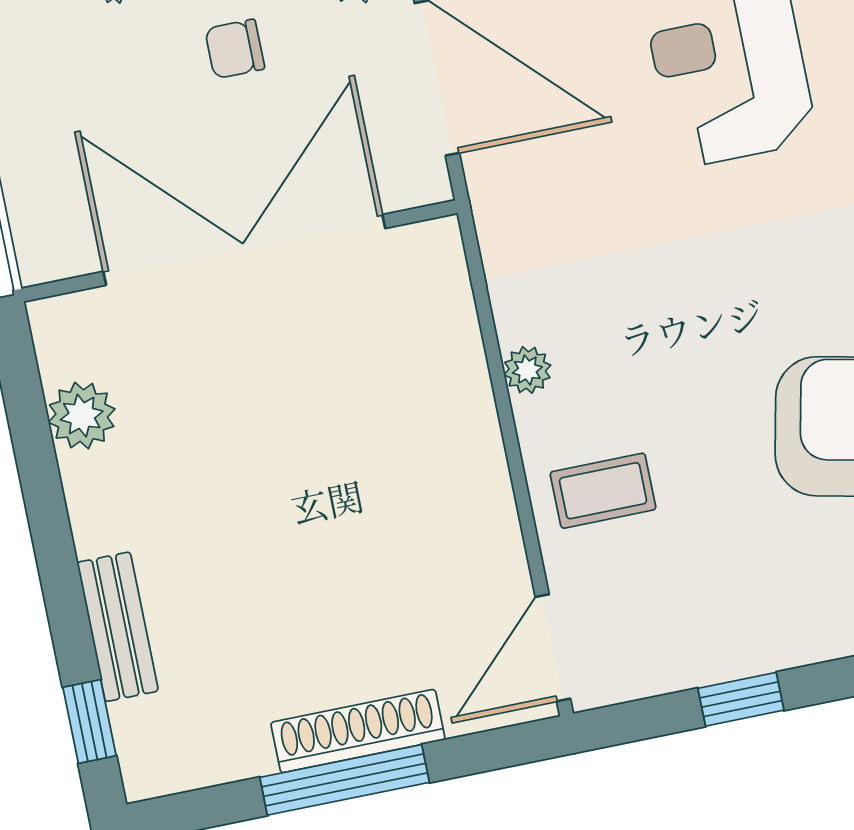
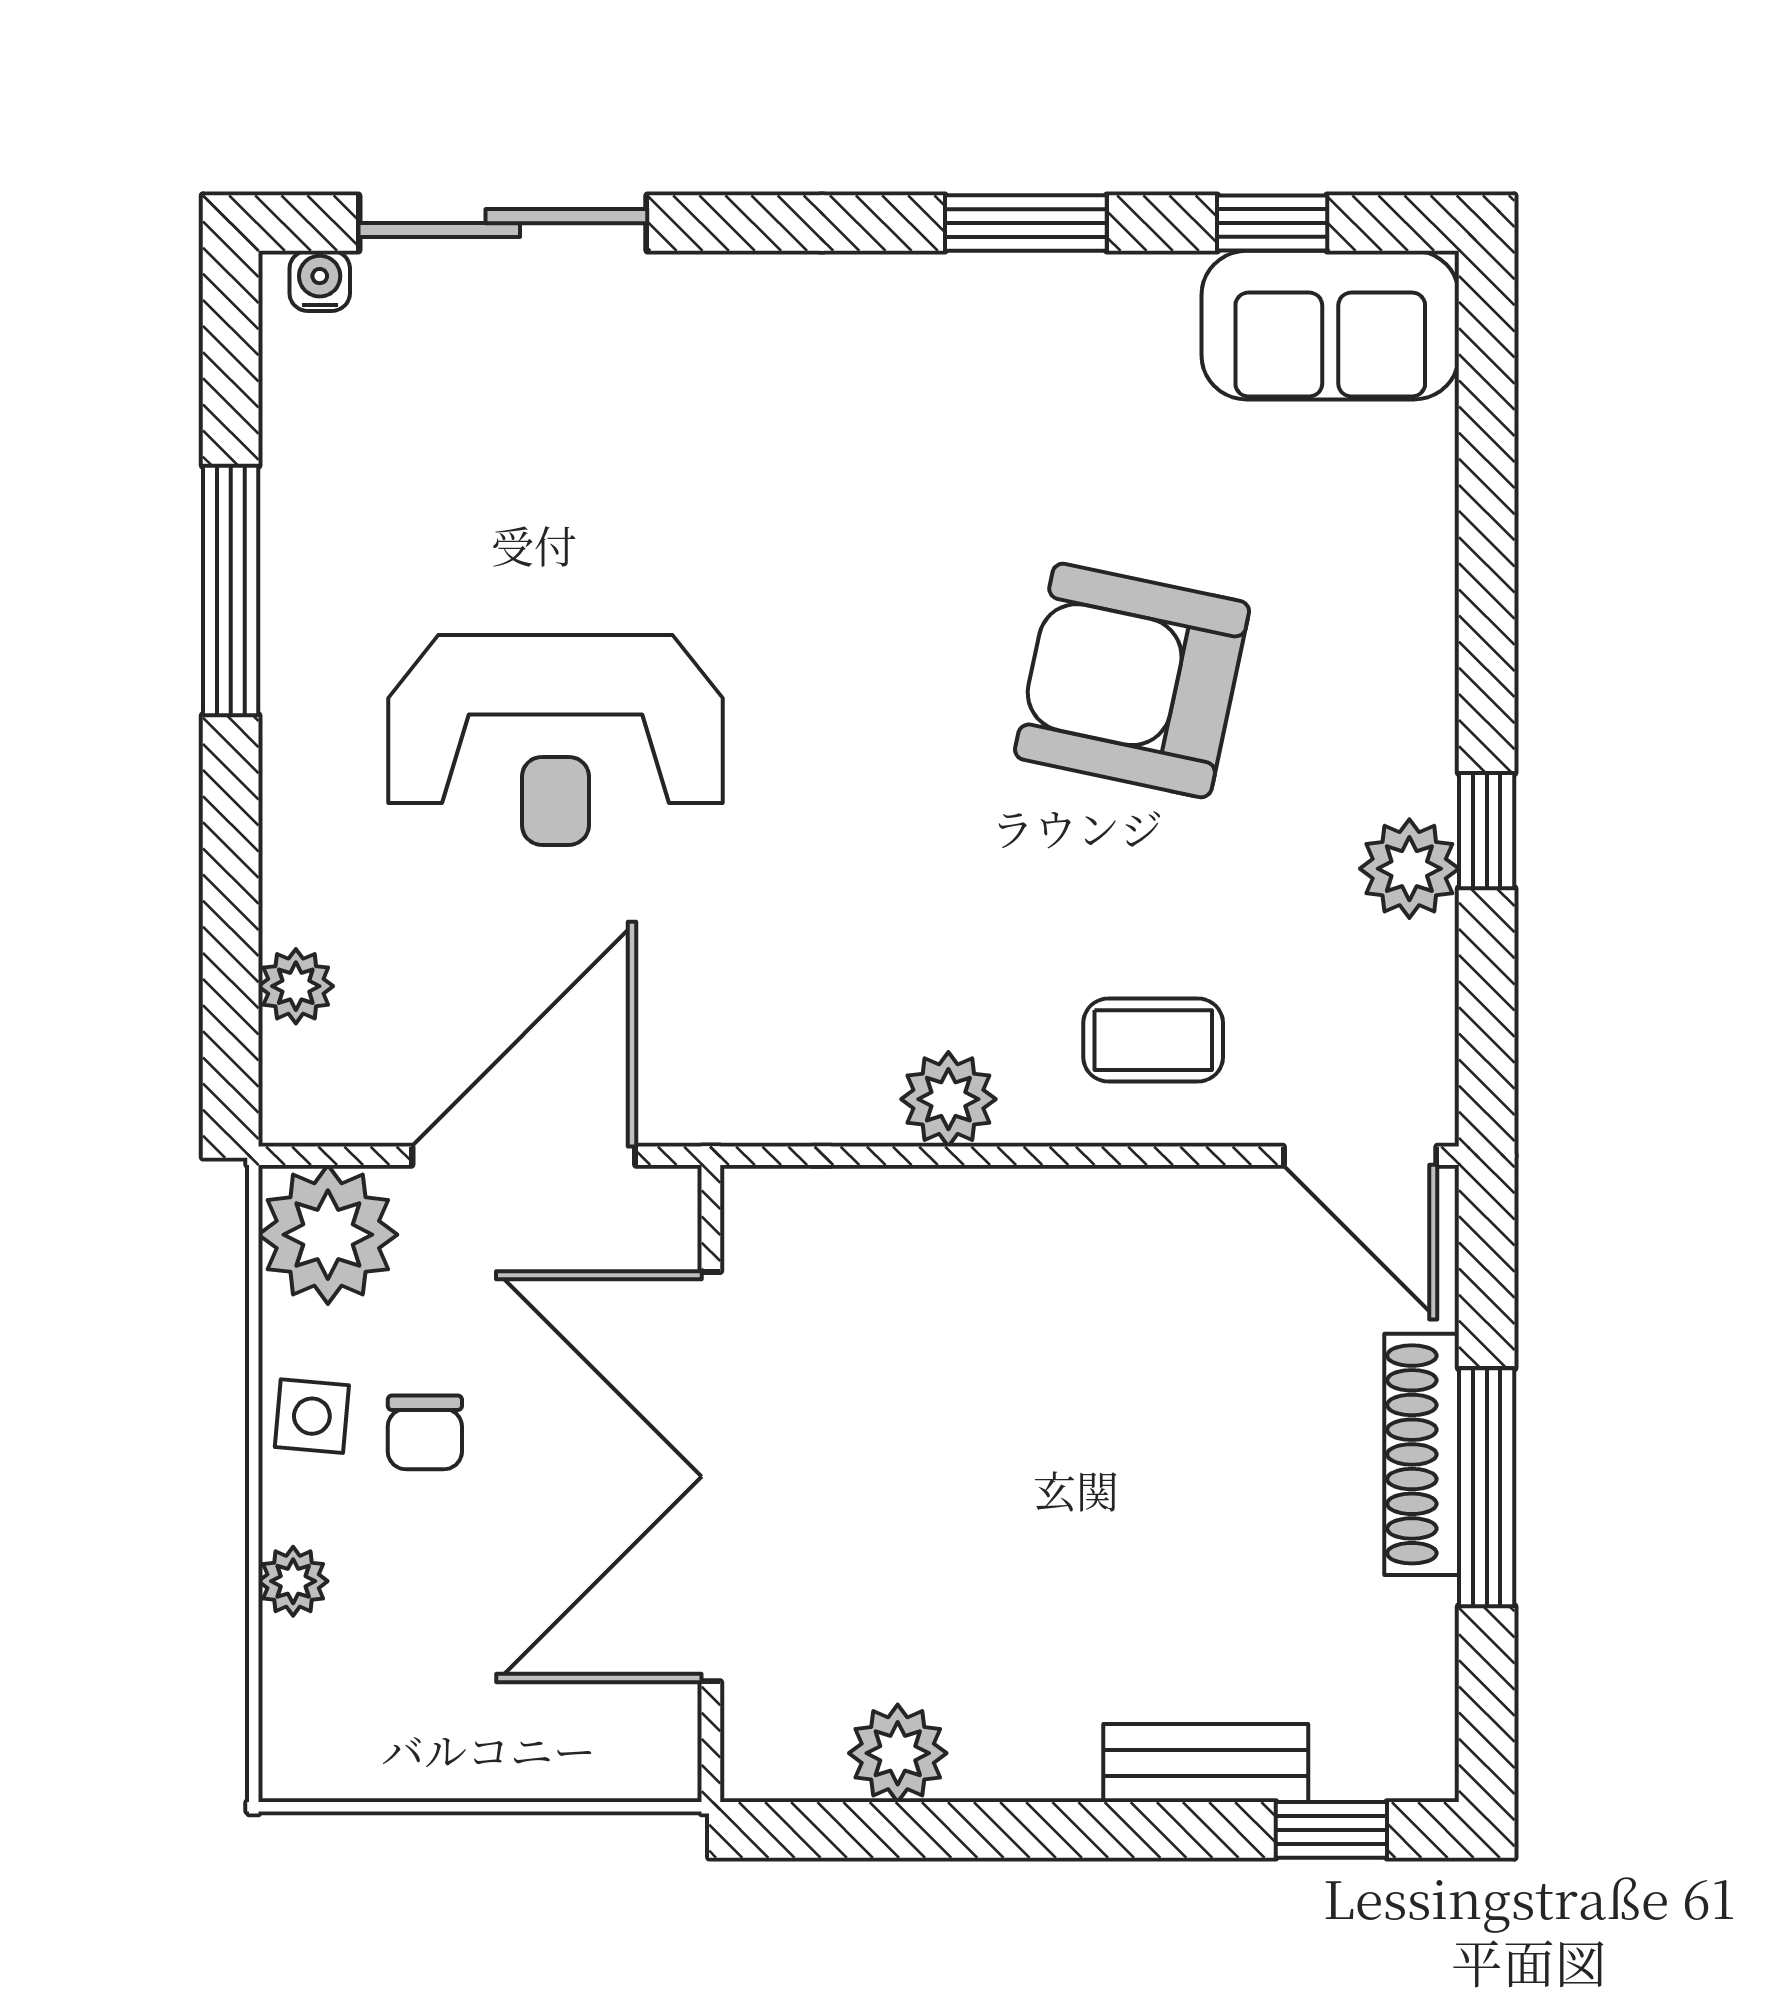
plant: (527, 370) -> (948, 1099), width x1.38, depth x1.38
coffee table: (603, 491) -> (1153, 1040), turned 90
plant: (755, 641) -> (1409, 869), added
window: (741, 699) -> (1487, 831), moved

